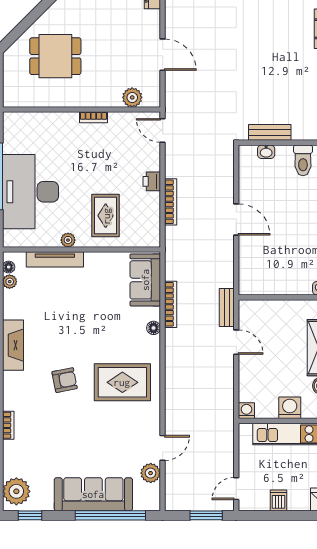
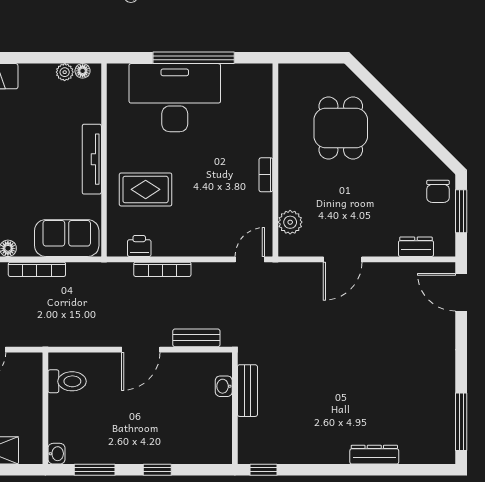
toilet: (303, 160) -> (67, 381), moved, turned 180
printer: (152, 181) -> (139, 246), moved
plant: (68, 240) -> (116, 144), removed
tv unit: (55, 259) -> (92, 159), moved
bench: (227, 308) -> (196, 338), moved

